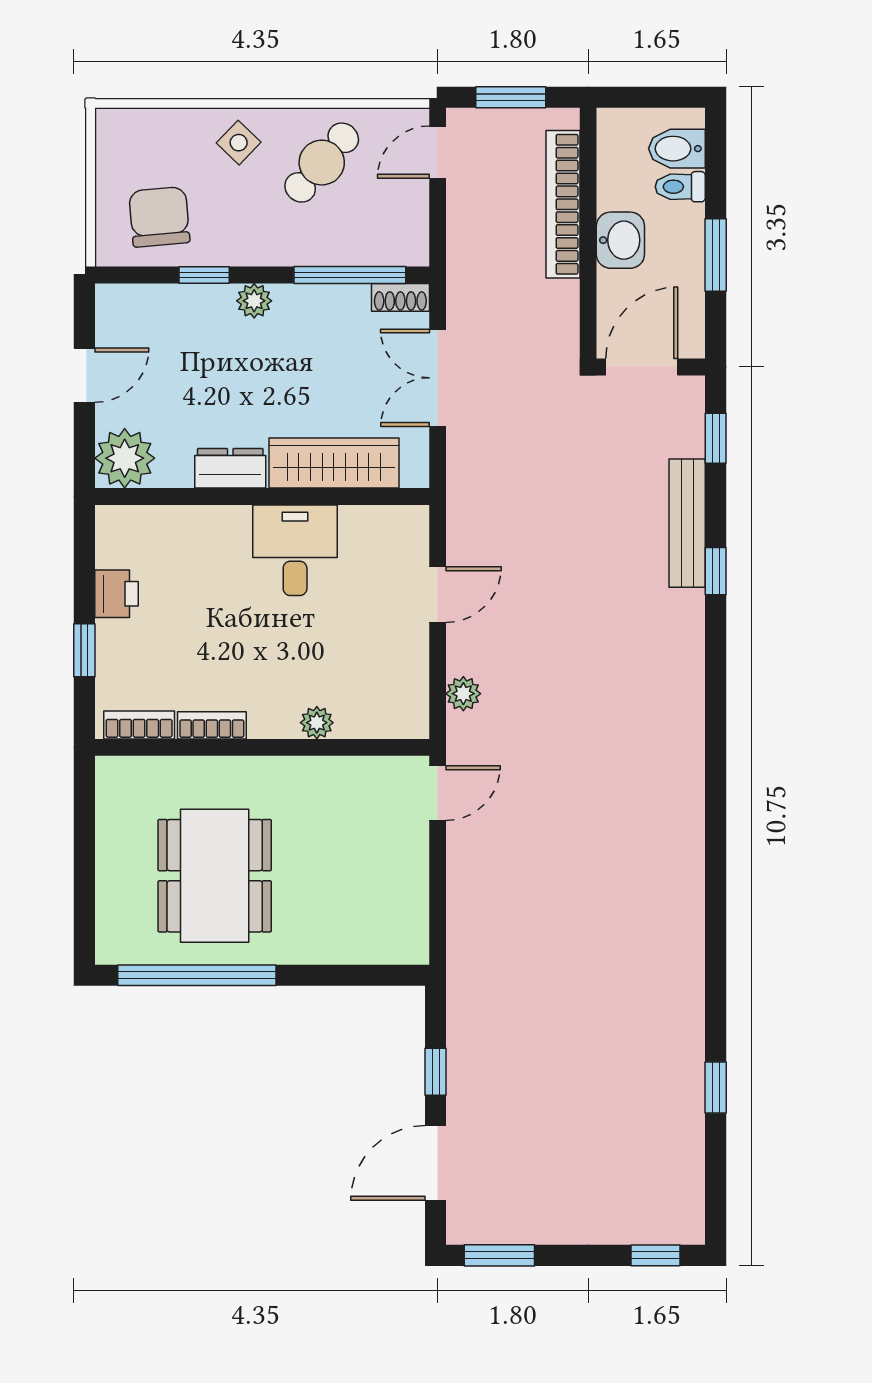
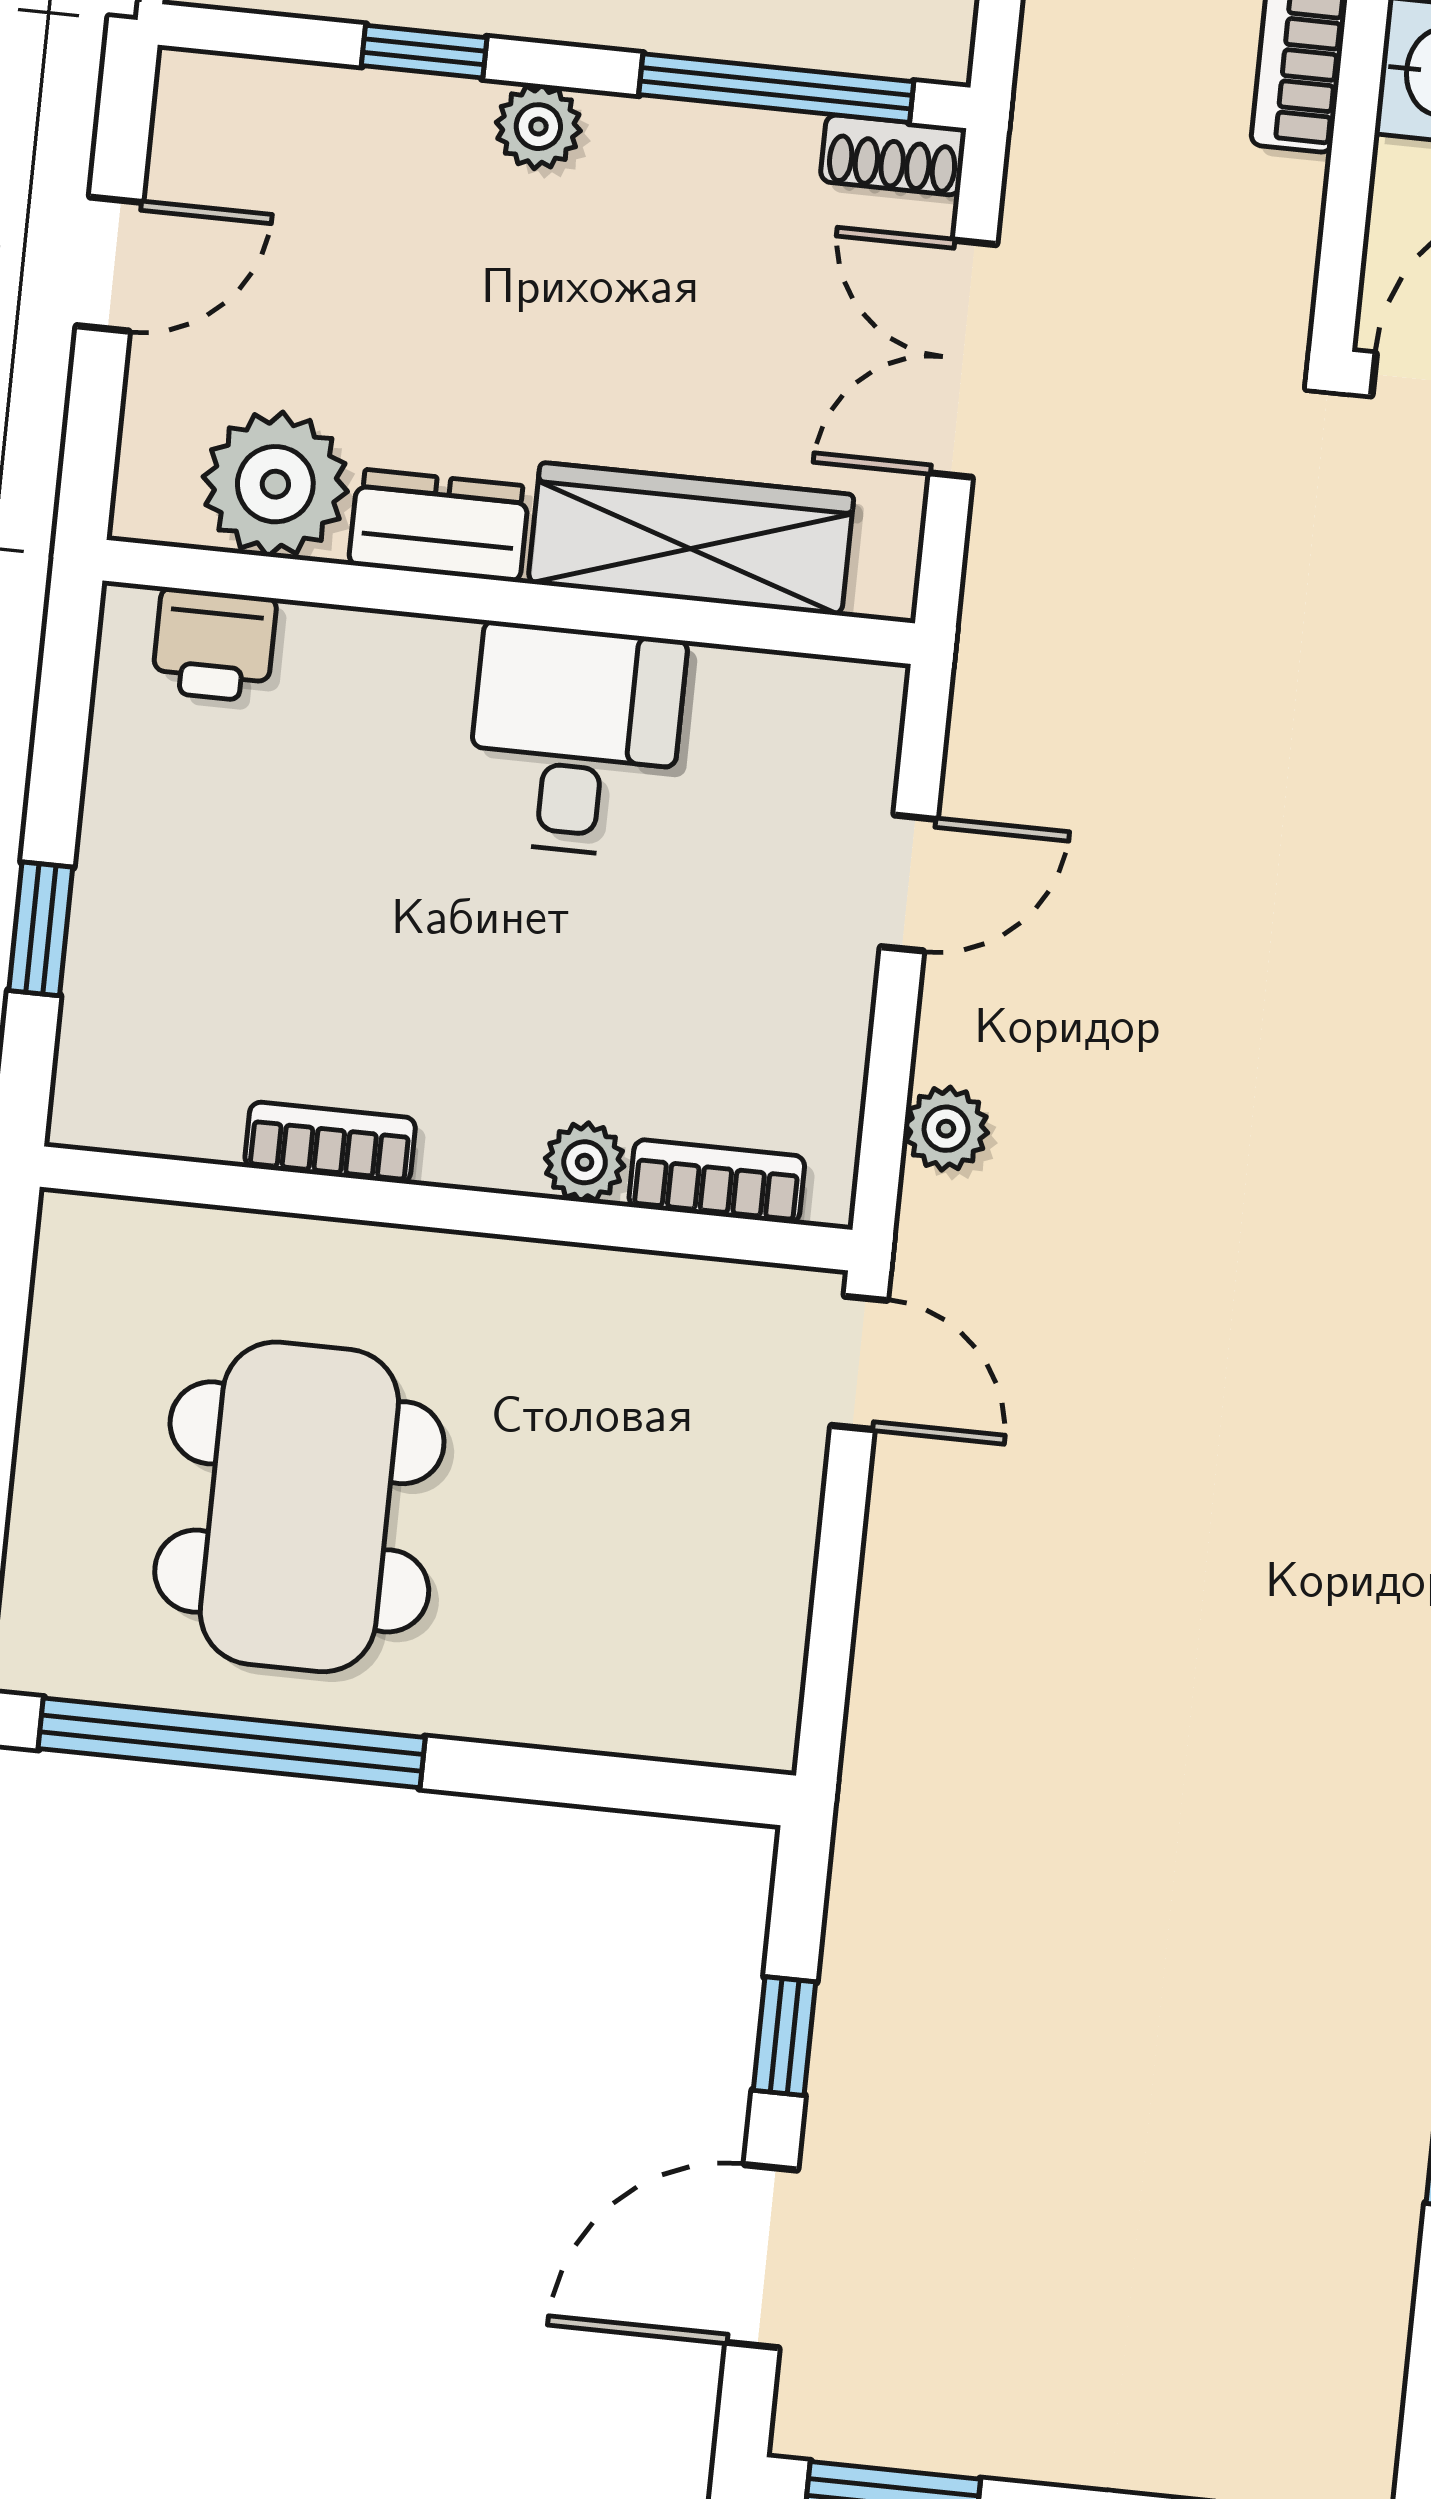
plant: (125, 458) -> (275, 484), moved
printer: (116, 594) -> (214, 645), moved, turned 90
bookcase: (139, 725) -> (717, 1181), moved
door: (438, 793) -> (859, 1363), hinge flipped

